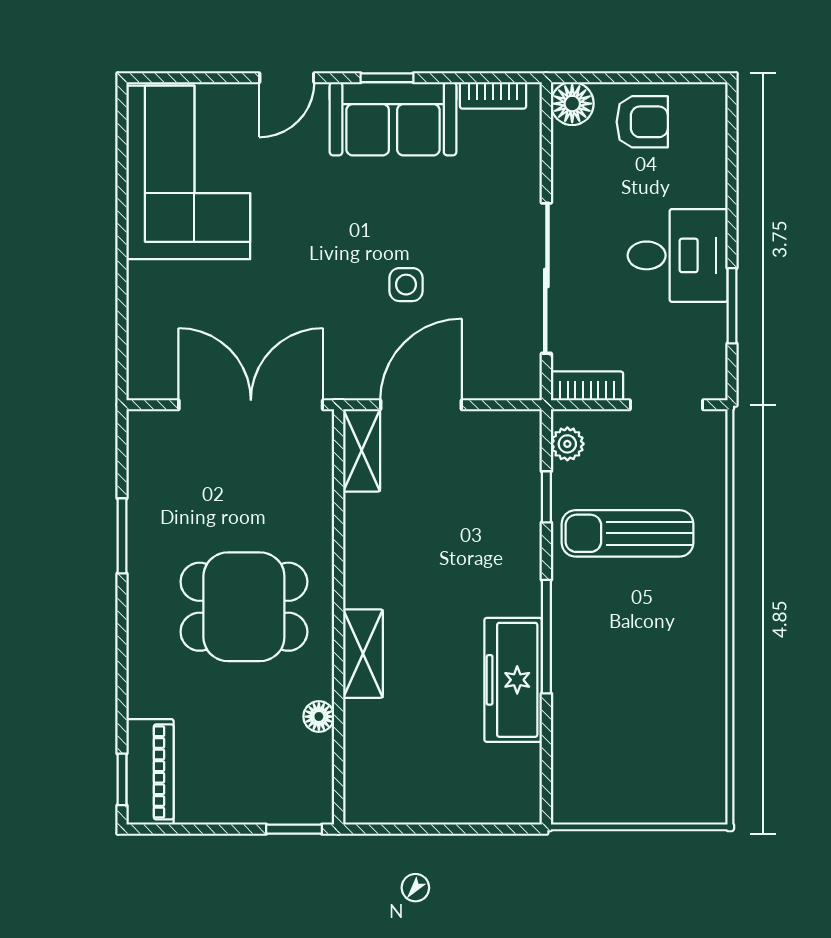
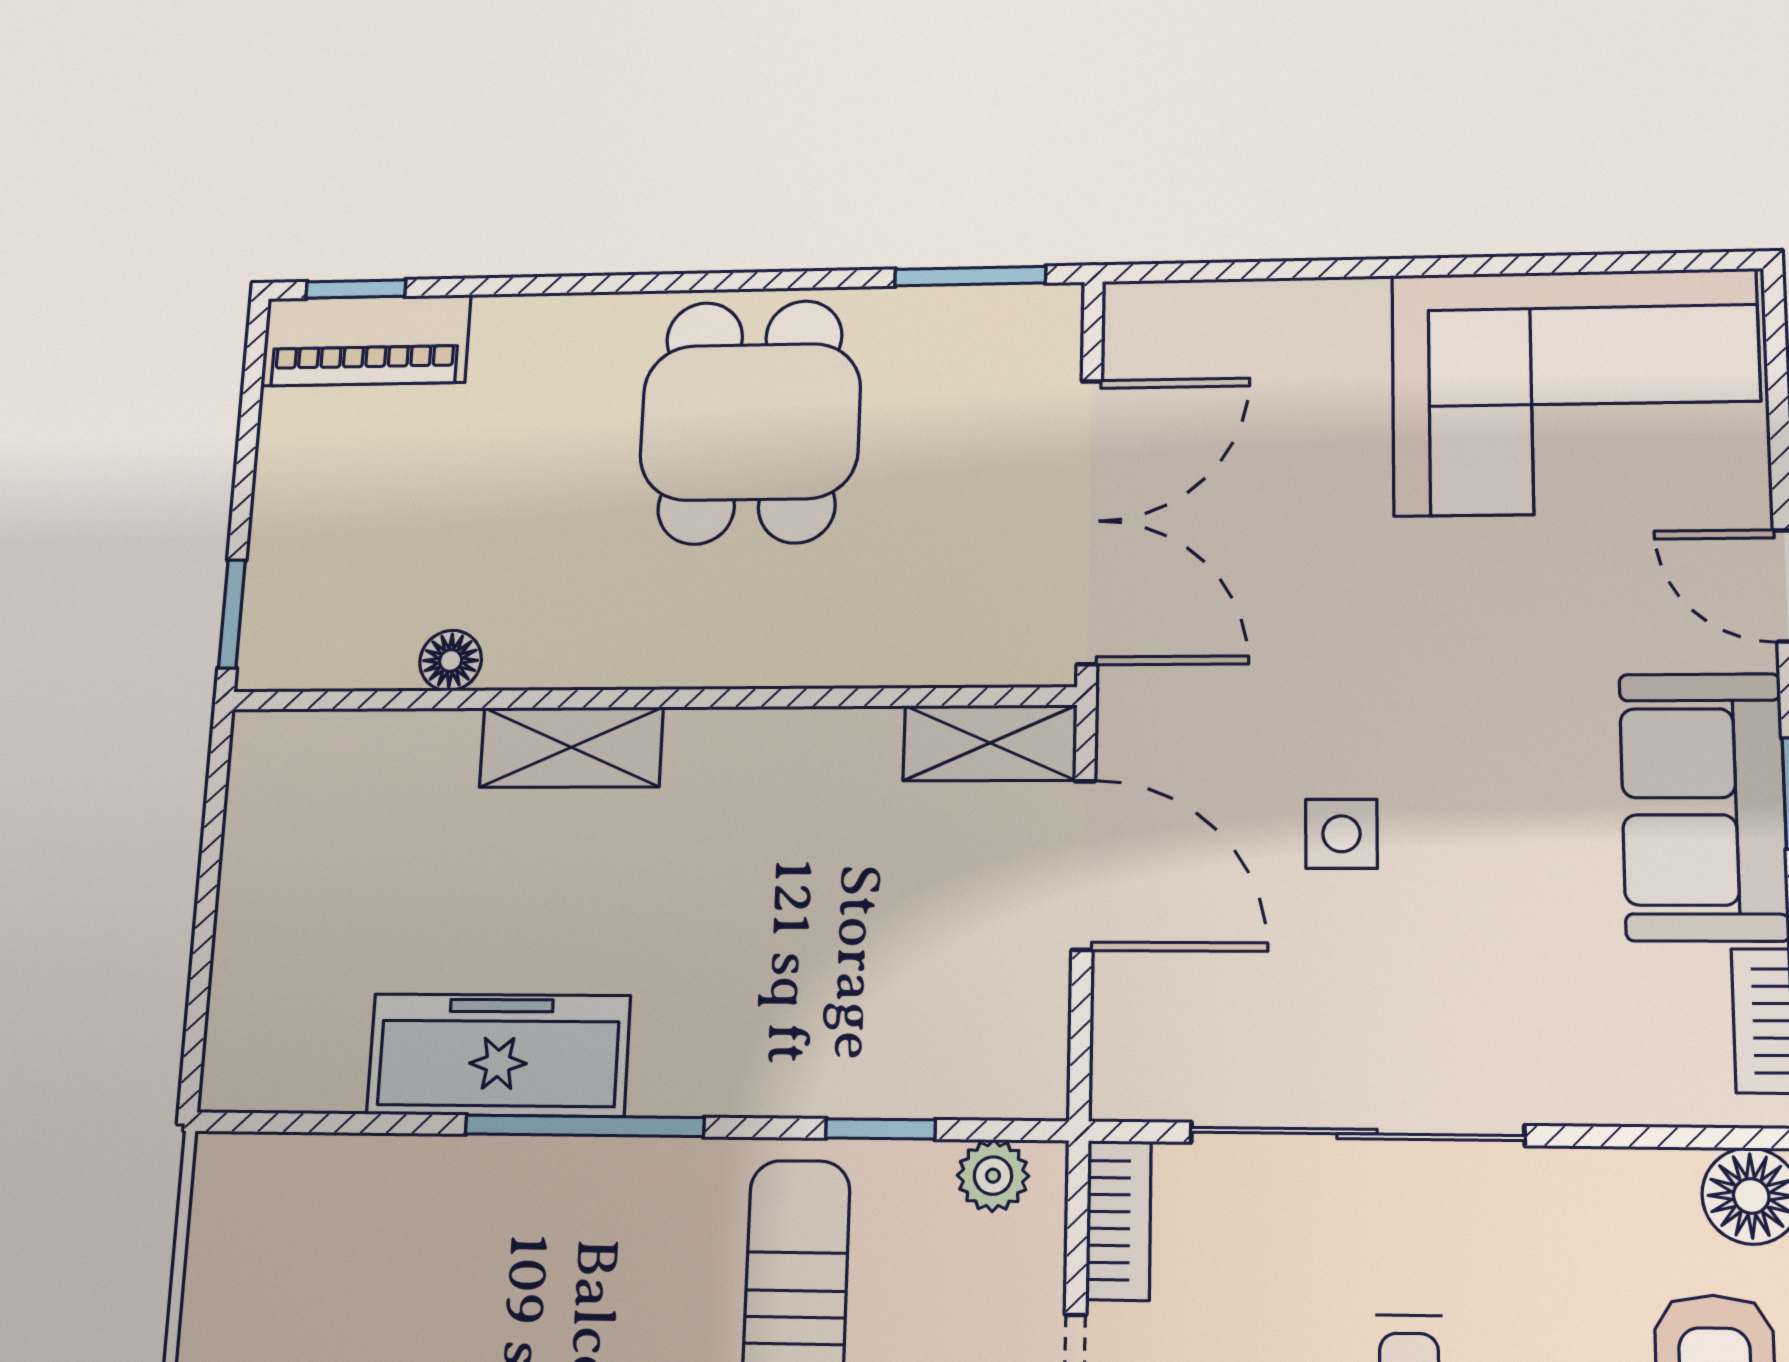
window: (122, 536) -> (970, 276), moved
dining table: (244, 607) -> (750, 422), moved

